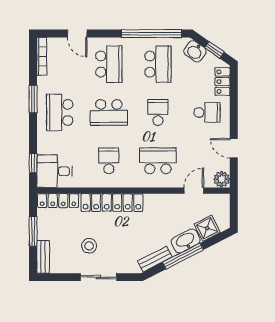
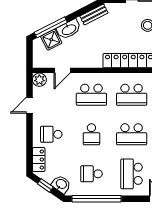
school desk: (158, 64) -> (91, 174), width x0.54
school desk: (109, 112) -> (132, 134), turned 180
door: (234, 148) -> (30, 105), swing flipped
school desk: (109, 161) -> (132, 95), width x1.85
window: (183, 256) -> (51, 27), moved

